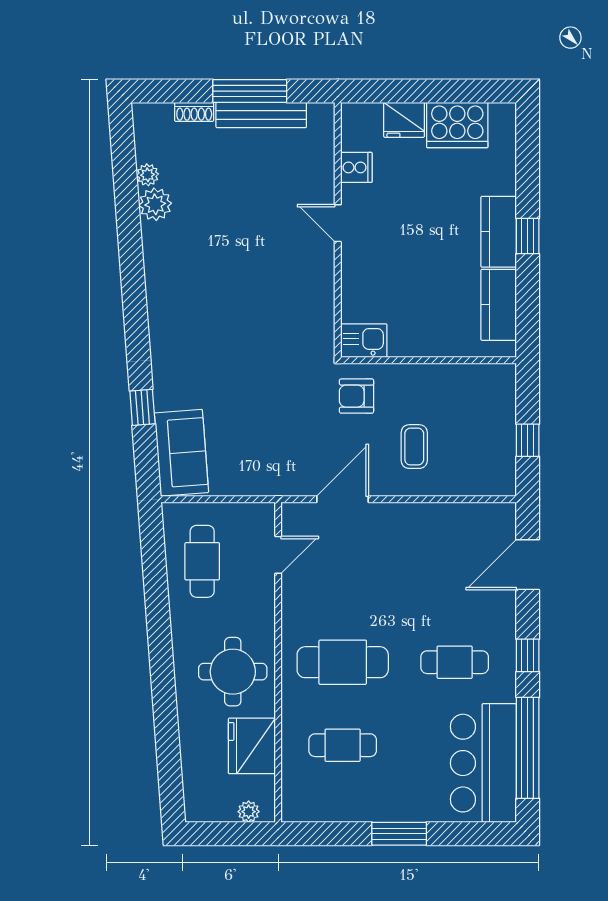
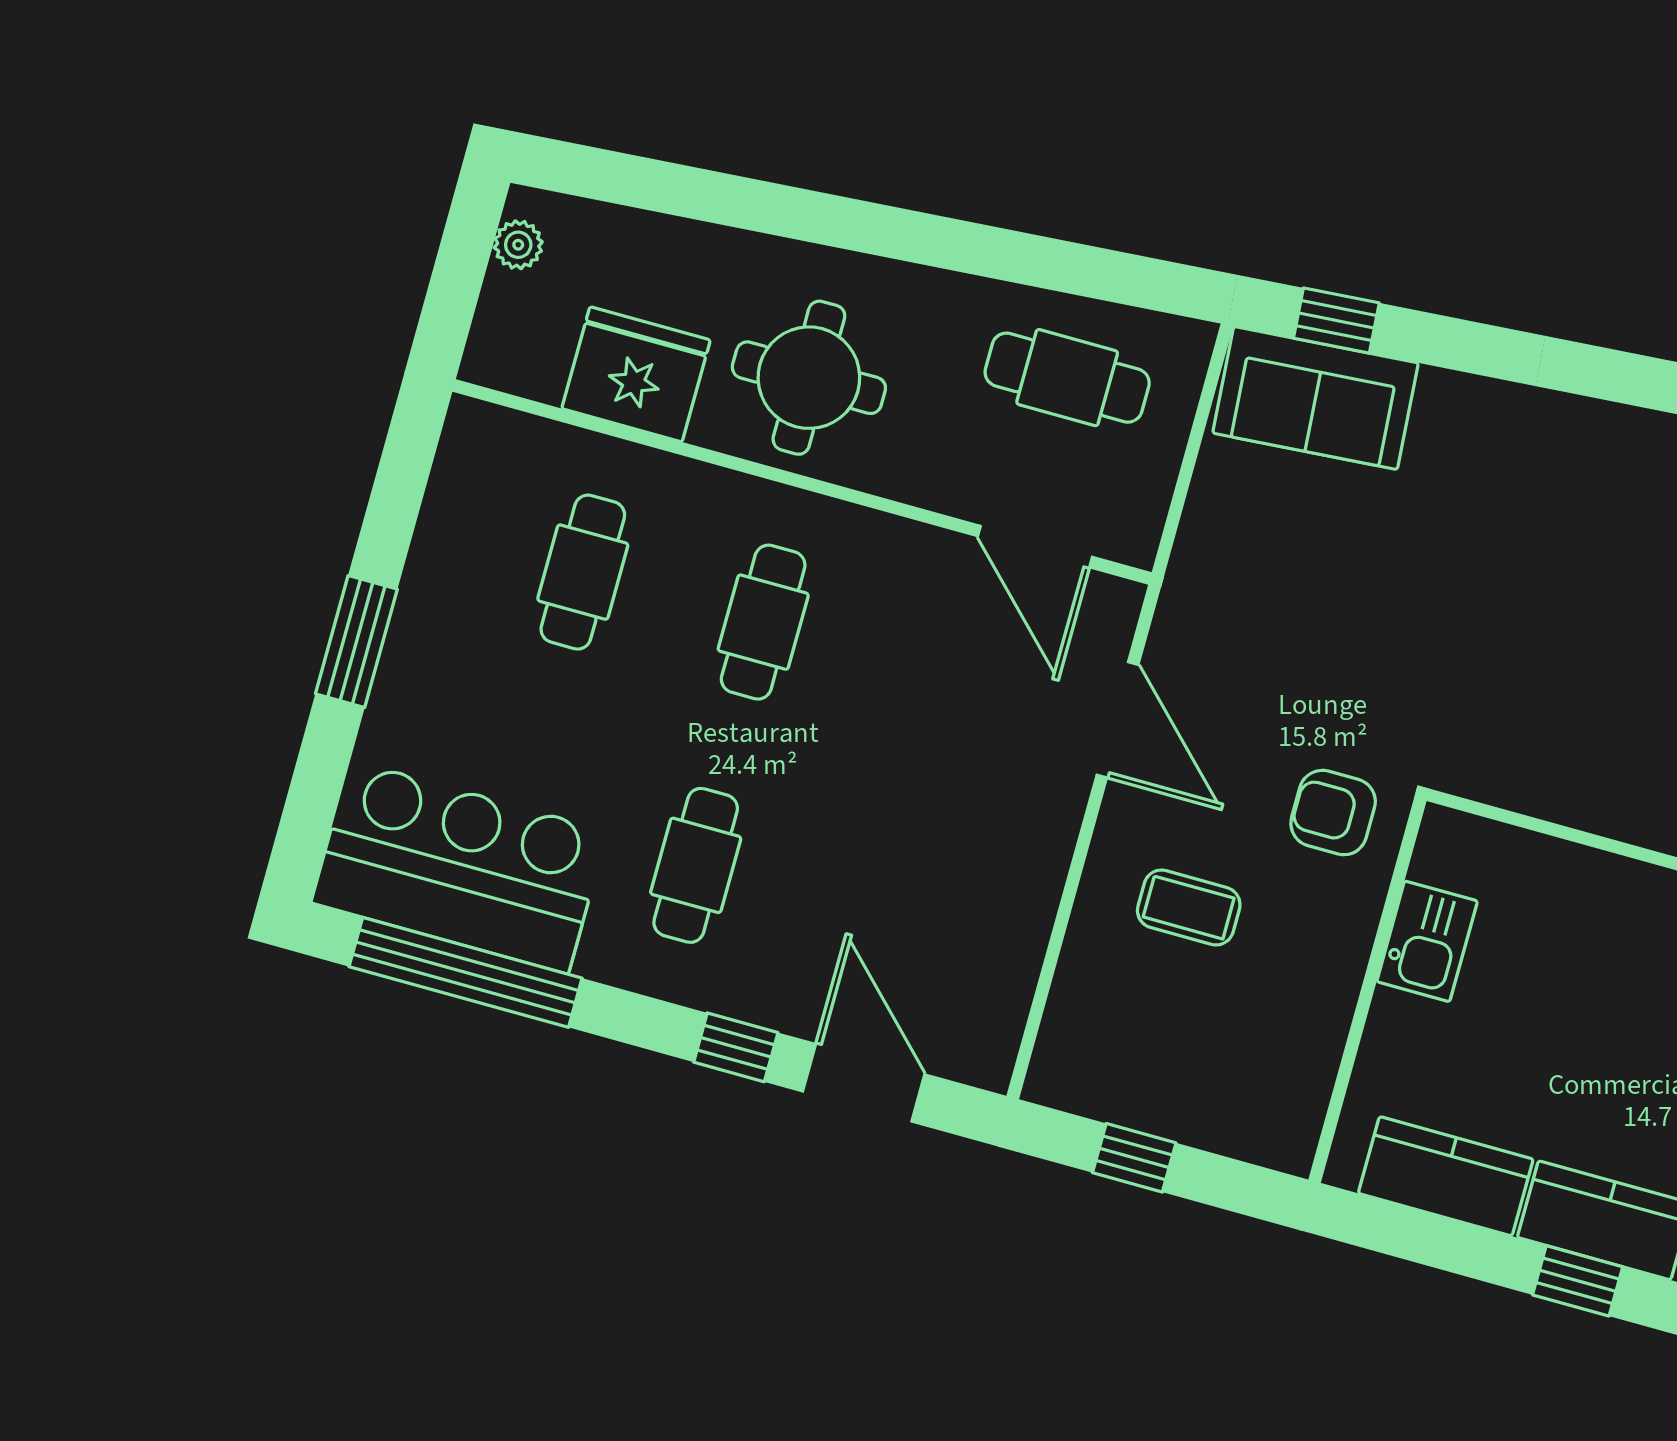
kitchen sink: (364, 341) -> (1427, 941), moved
armchair: (356, 396) -> (1333, 813), turned -90
window: (142, 407) -> (1336, 321), moved
door: (278, 555) -> (1035, 547), width x1.38
window: (528, 655) -> (736, 1047), moved
cafe table: (343, 662) -> (763, 622), width x0.73, depth x0.74
plant: (249, 812) -> (518, 245), moved

